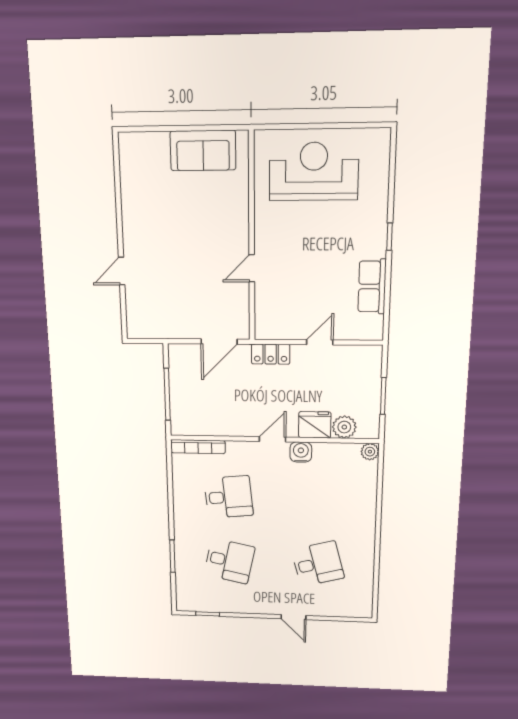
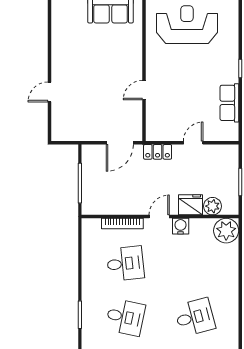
bookcase: (198, 447) -> (122, 224), moved
plant: (370, 452) -> (226, 231), width x1.88, depth x1.88

